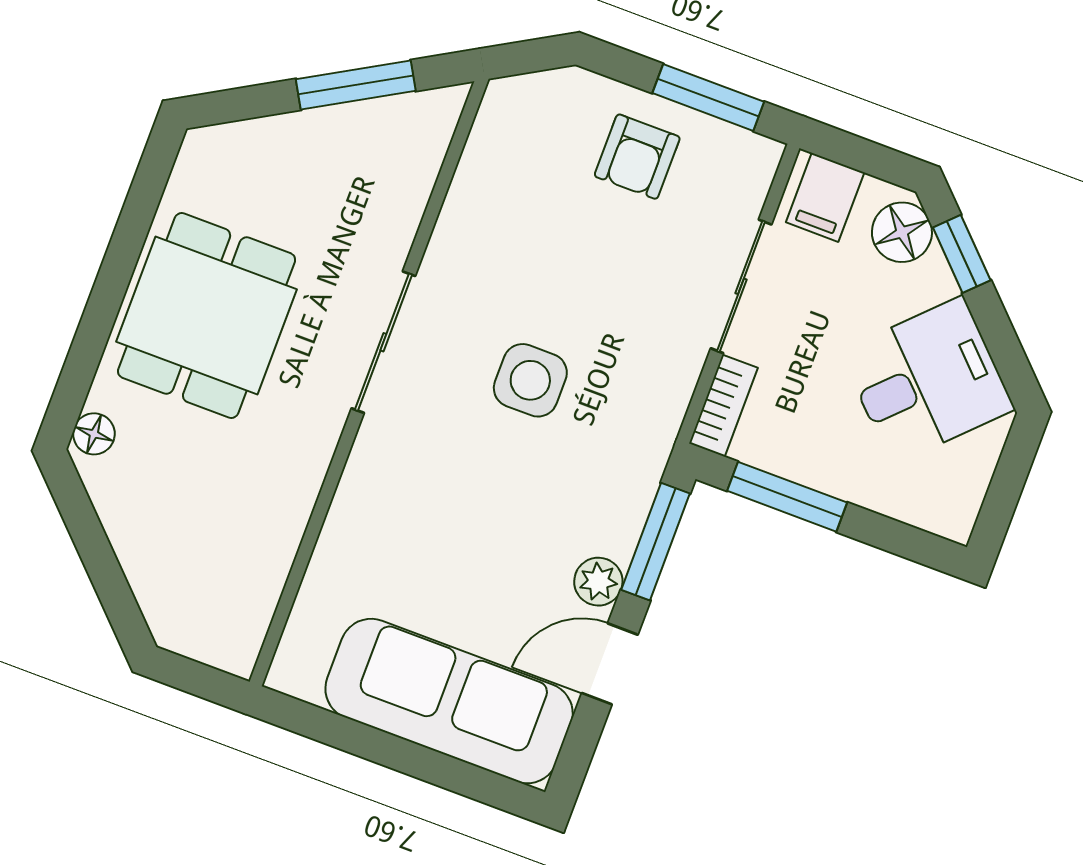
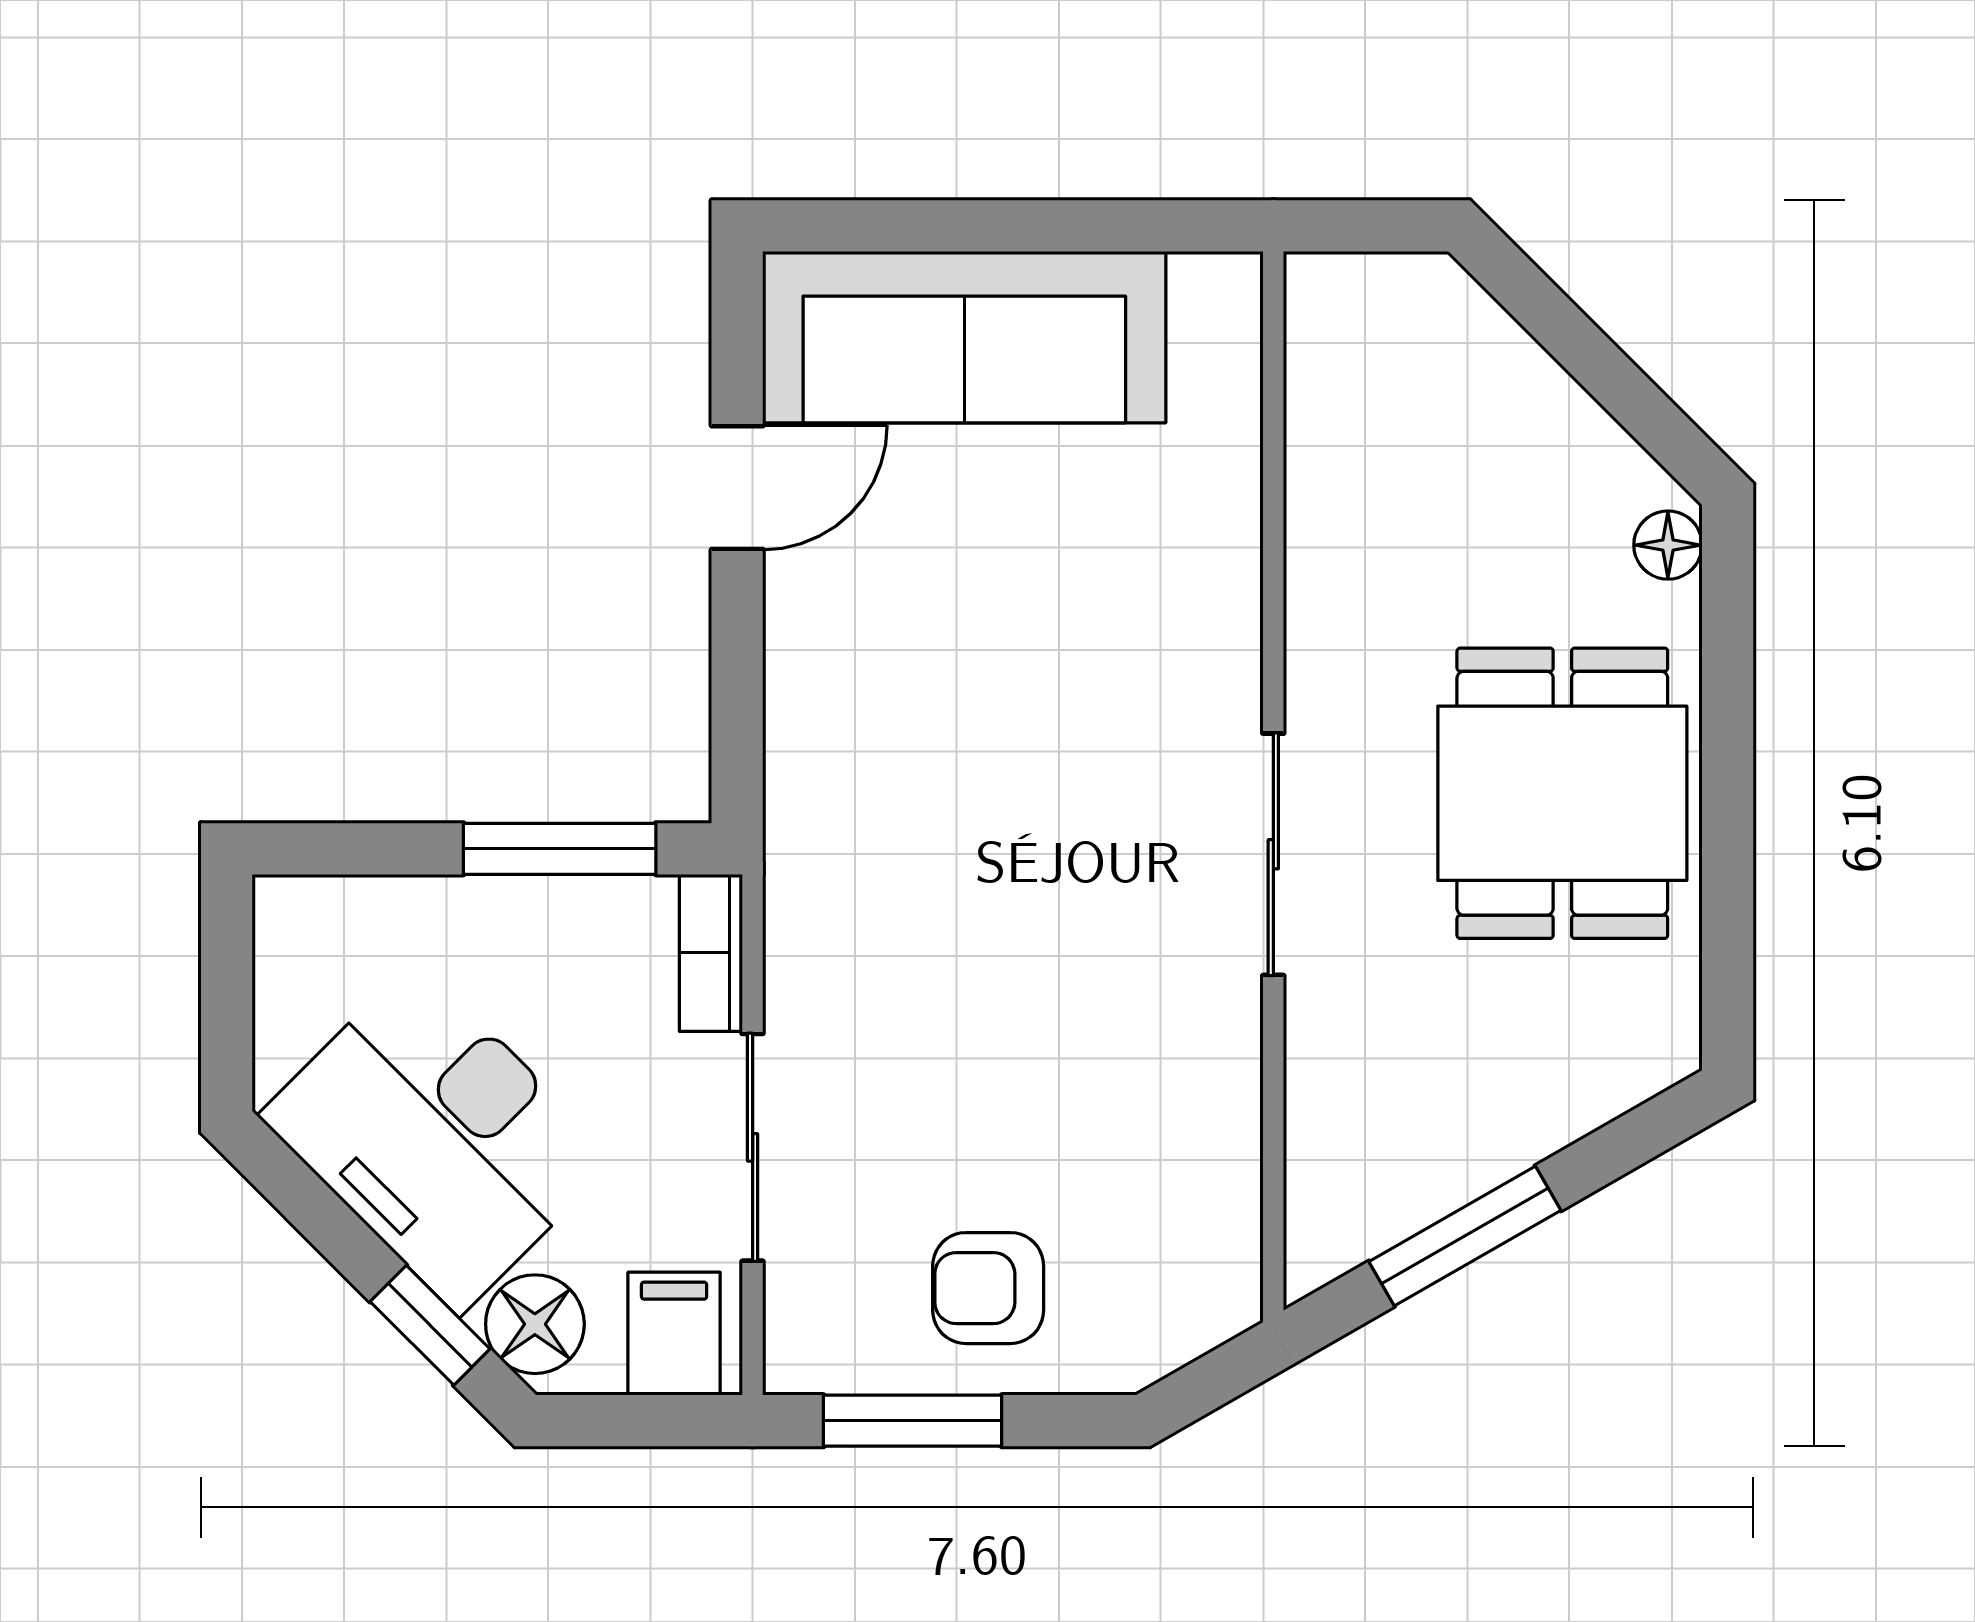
armchair: (637, 157) -> (988, 1288), turned -90
side table: (530, 380) -> (1024, 880), removed
desk: (927, 380) -> (438, 1137), width x1.37
window: (656, 542) -> (737, 703), removed
plant: (598, 582) -> (802, 608), removed

